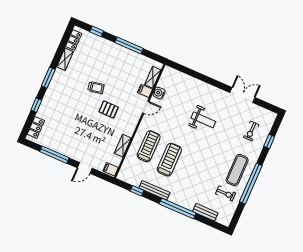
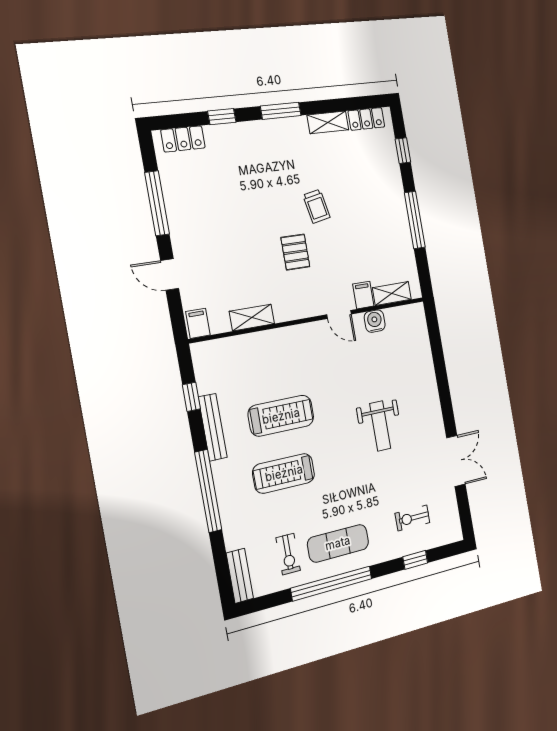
treadmill: (149, 146) -> (284, 473), moved, turned 180
bench: (205, 212) -> (240, 576), moved

